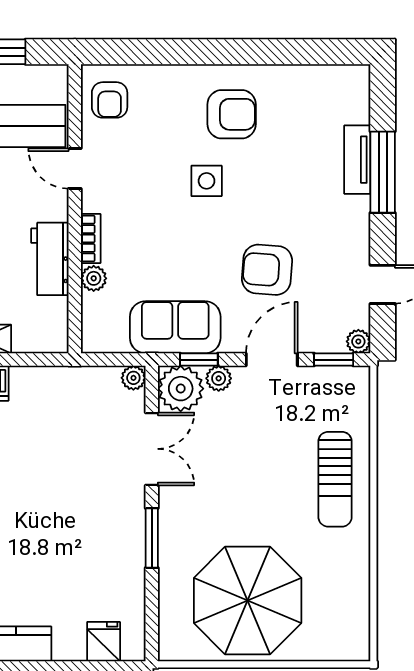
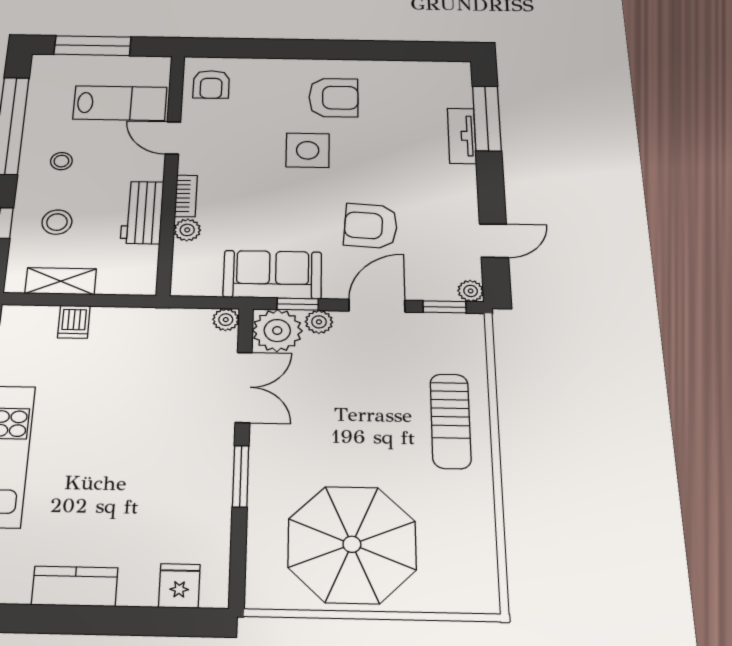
window: (383, 172) -> (487, 118), moved
side table: (207, 181) -> (308, 150), width x1.37, depth x1.37

